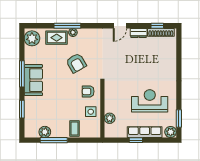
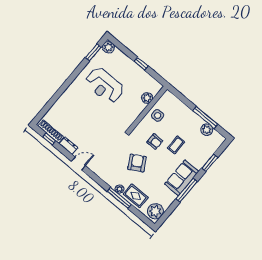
armchair: (88, 91) -> (155, 141), moved
coffee table: (74, 129) -> (176, 145), moved
row of seats: (145, 132) -> (129, 64), removed

